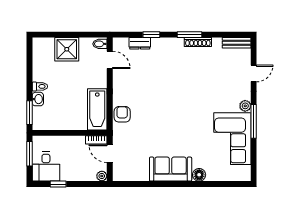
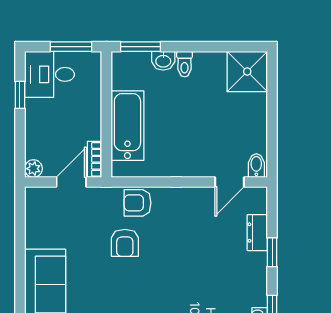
shower: (67, 49) -> (247, 72), moved
bathtub: (97, 109) -> (127, 126), moved, turned 90
armchair: (122, 114) -> (138, 203), turned 180
armchair: (146, 122) -> (125, 243), added

